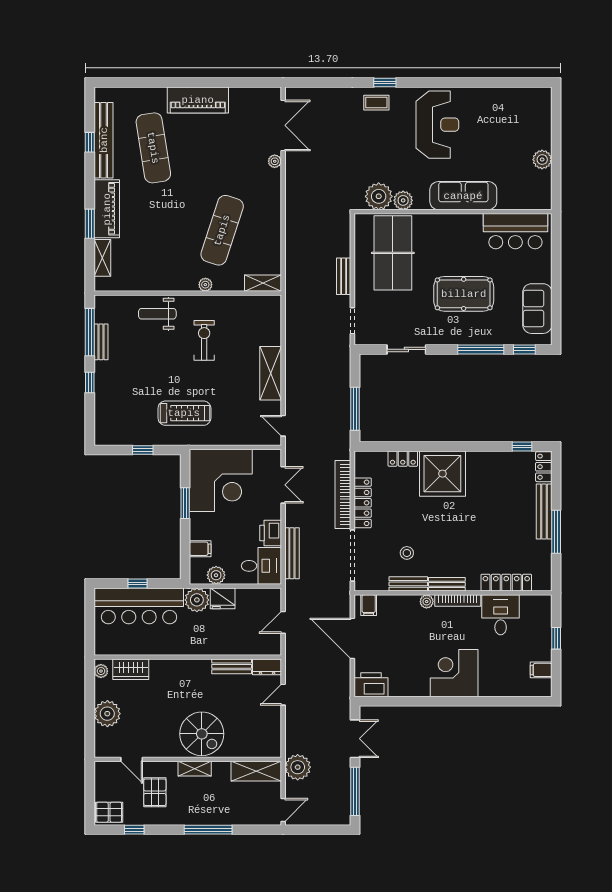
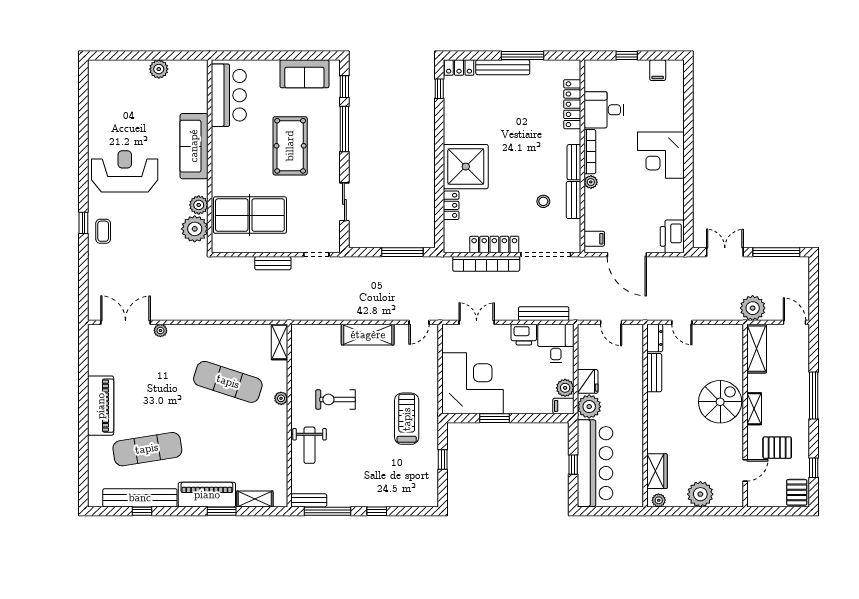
bench: (101, 342) -> (309, 500), moved
filing cabinet: (200, 549) -> (563, 406), moved, turned -90
door: (352, 638) -> (627, 255), hinge flipped

